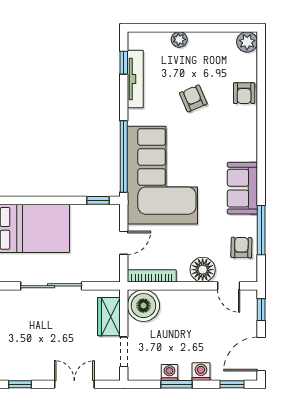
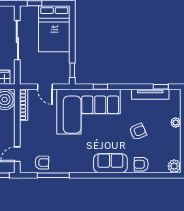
window: (124, 156) -> (100, 87), width x0.32
sofa: (242, 188) -> (110, 163), moved
floor lamp: (203, 270) -> (28, 138), removed

